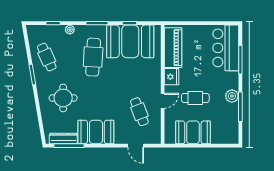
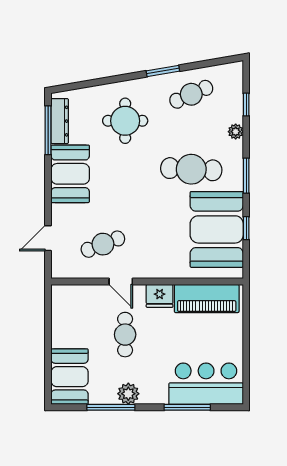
booth: (193, 132) -> (70, 377), moved

